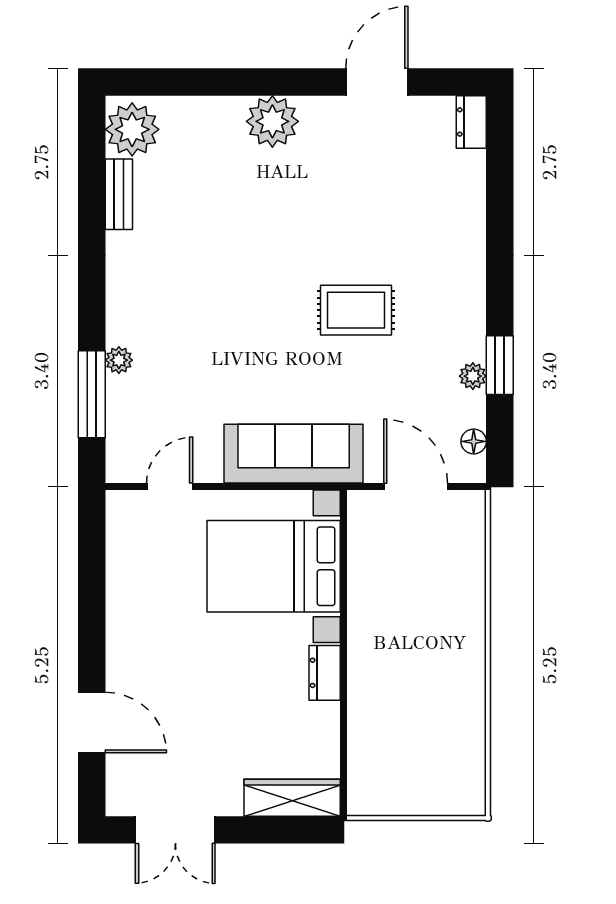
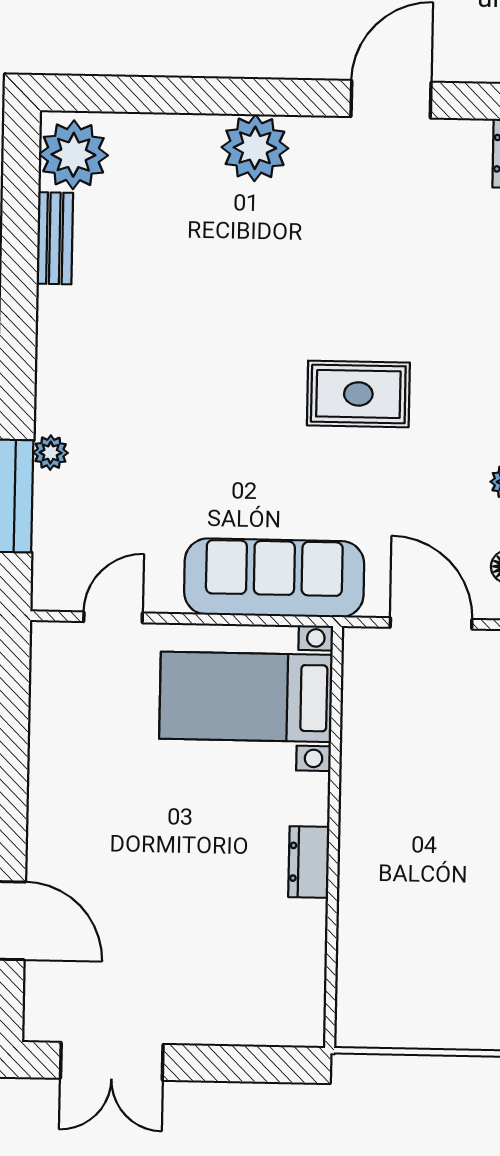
bed with nightstands: (274, 566) -> (246, 697), width x0.73
wardrobe: (292, 798) -> (264, 1023), removed

